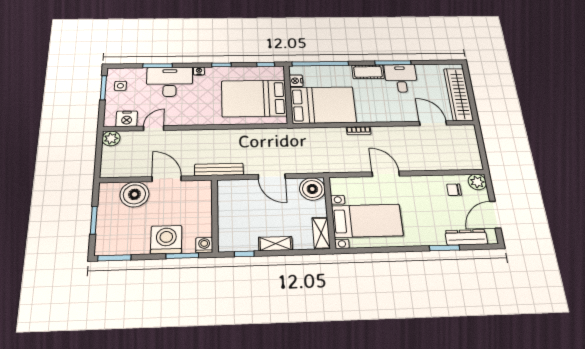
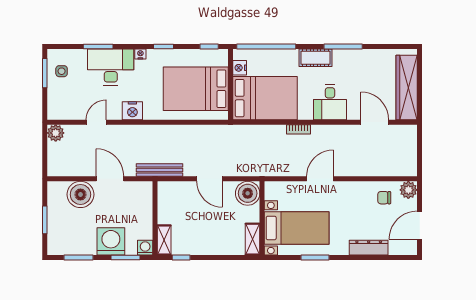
desk: (401, 78) -> (330, 102), moved, turned 180
nightstand: (127, 119) -> (132, 111), moved
door: (386, 174) -> (320, 179), hinge flipped
dresser: (466, 237) -> (369, 248), moved
shelving: (275, 244) -> (164, 240), moved, turned 90
window: (445, 248) -> (315, 258), moved
window: (114, 258) -> (78, 258), moved

